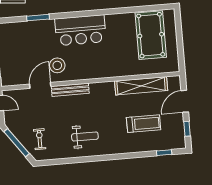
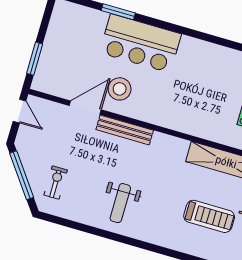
bar counter: (80, 30) -> (140, 43), moved
weight bench: (85, 137) -> (120, 203), turned 90

